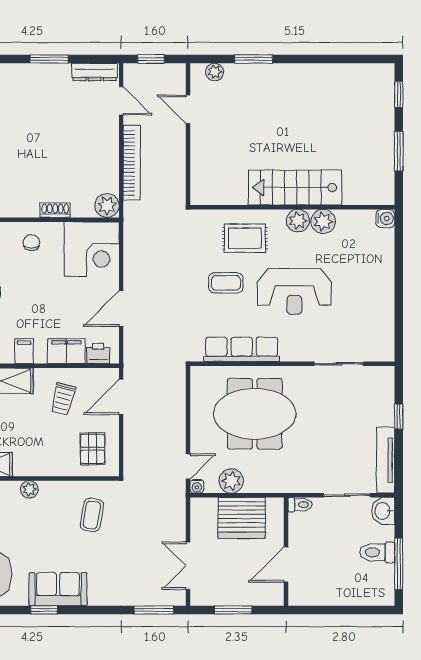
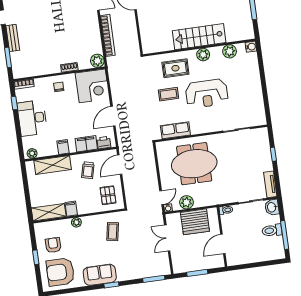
plant: (323, 221) -> (230, 51), moved
row of seats: (242, 349) -> (175, 130), width x0.68
tv unit: (386, 460) -> (270, 184), width x0.71
filing cabinet: (23, 464) -> (71, 209), added
double door: (188, 566) -> (167, 238), moved
window: (44, 610) -> (111, 285), moved

